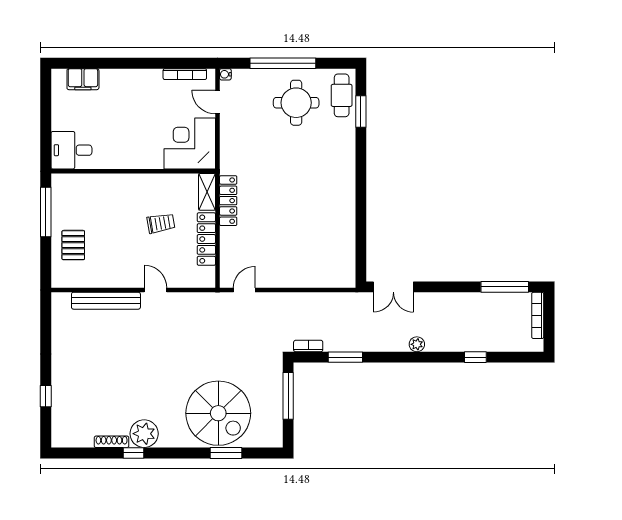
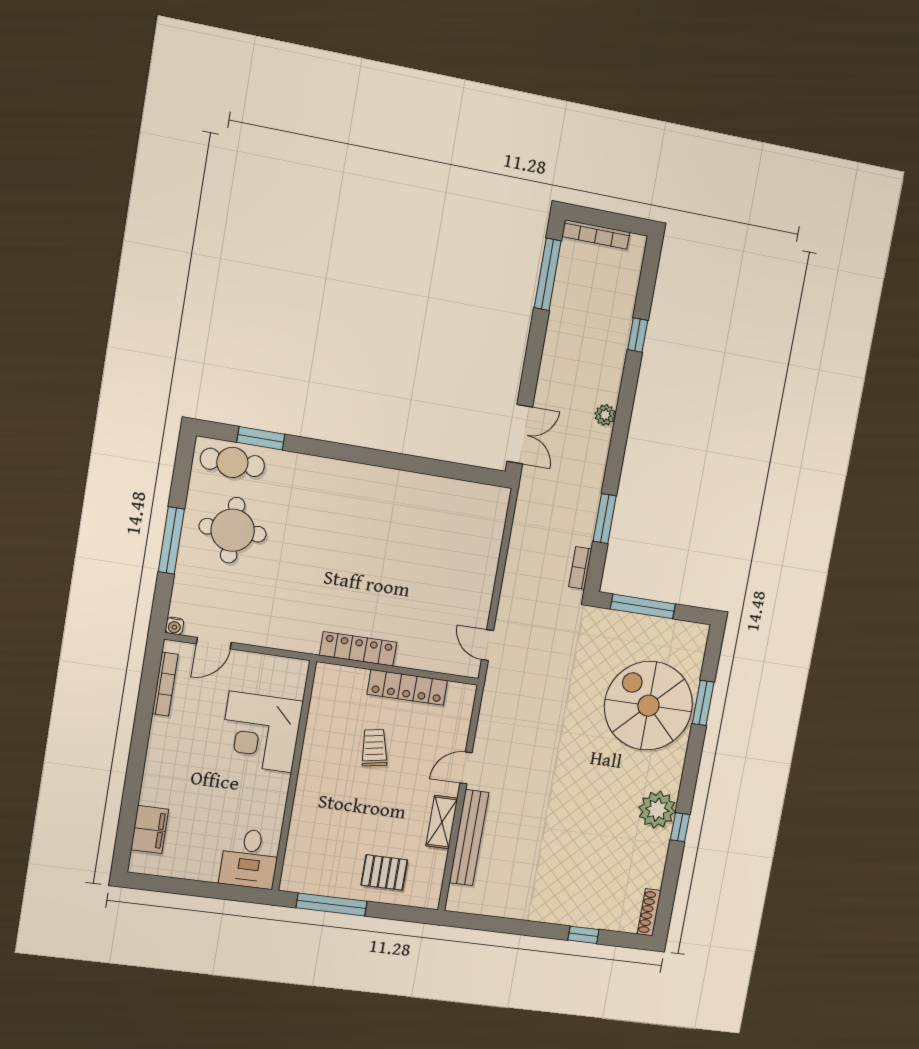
window: (283, 63) -> (171, 540), width x0.68
corner desk: (190, 143) -> (261, 732), moved
shelving: (207, 192) -> (442, 822), moved, turned 90
spiral stairs: (218, 413) -> (648, 706), turned -90
shoe rack: (112, 442) -> (649, 912), moved

